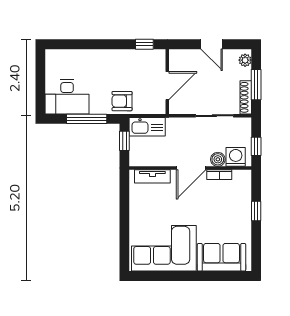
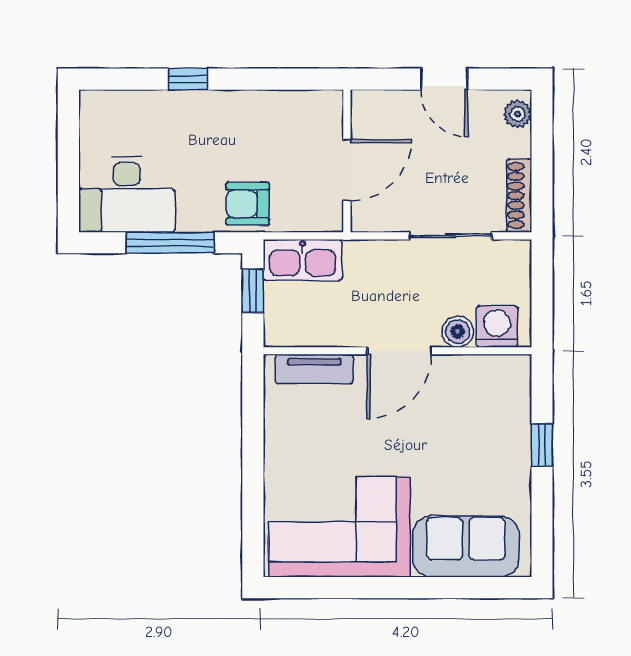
window: (144, 44) -> (188, 79), moved
window: (256, 85) -> (542, 168), removed
window: (256, 146) -> (542, 303), removed
bookcase: (219, 175) -> (461, 365), removed

